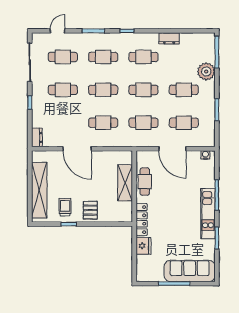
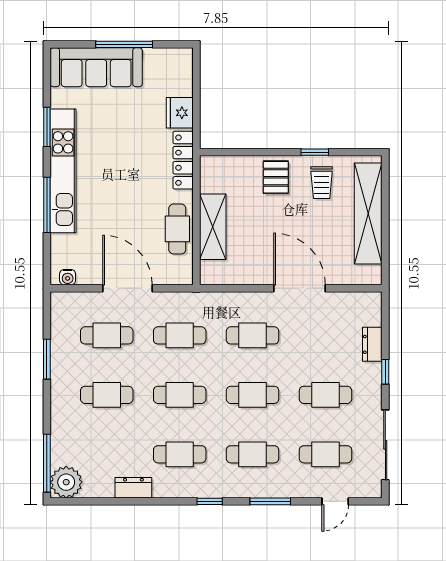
plant: (206, 71) -> (66, 482), moved
dresser: (37, 137) -> (372, 344), moved
kitchen unit: (208, 214) -> (63, 171), width x1.36

